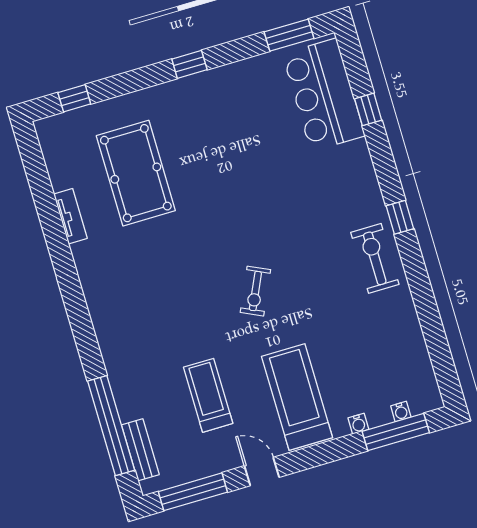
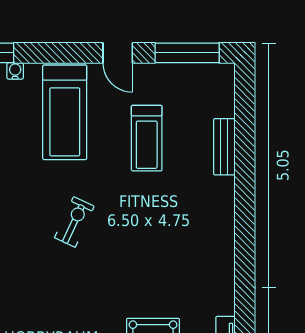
window: (111, 426) -> (245, 137), removed
bench: (140, 450) -> (224, 147), moved

